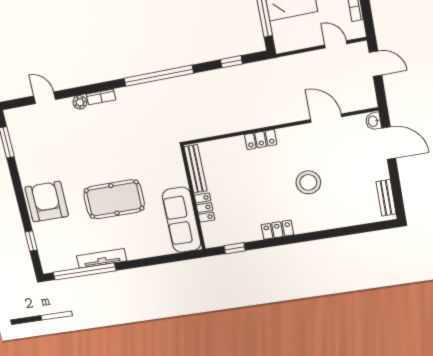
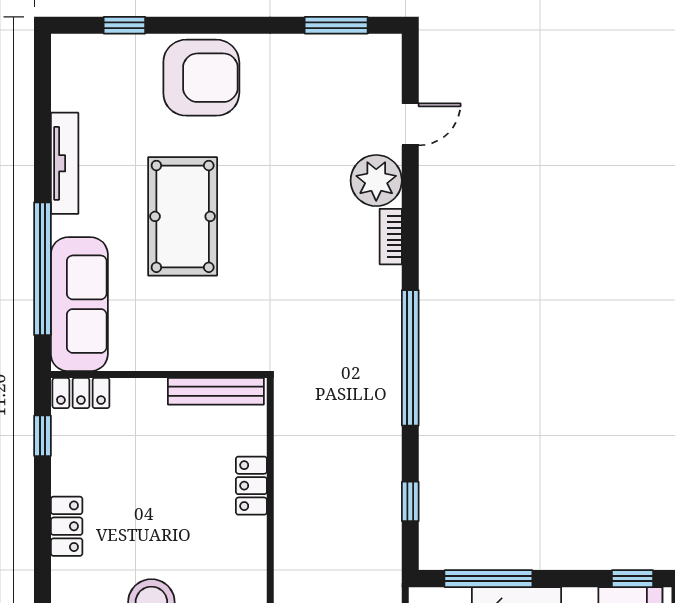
plant: (80, 102) -> (376, 181), width x1.87, depth x1.87
locker: (261, 140) -> (251, 486), moved
locker: (205, 208) -> (81, 393), moved
sofa: (182, 220) -> (79, 304), moved, turned 90
window: (84, 271) -> (42, 269), moved

